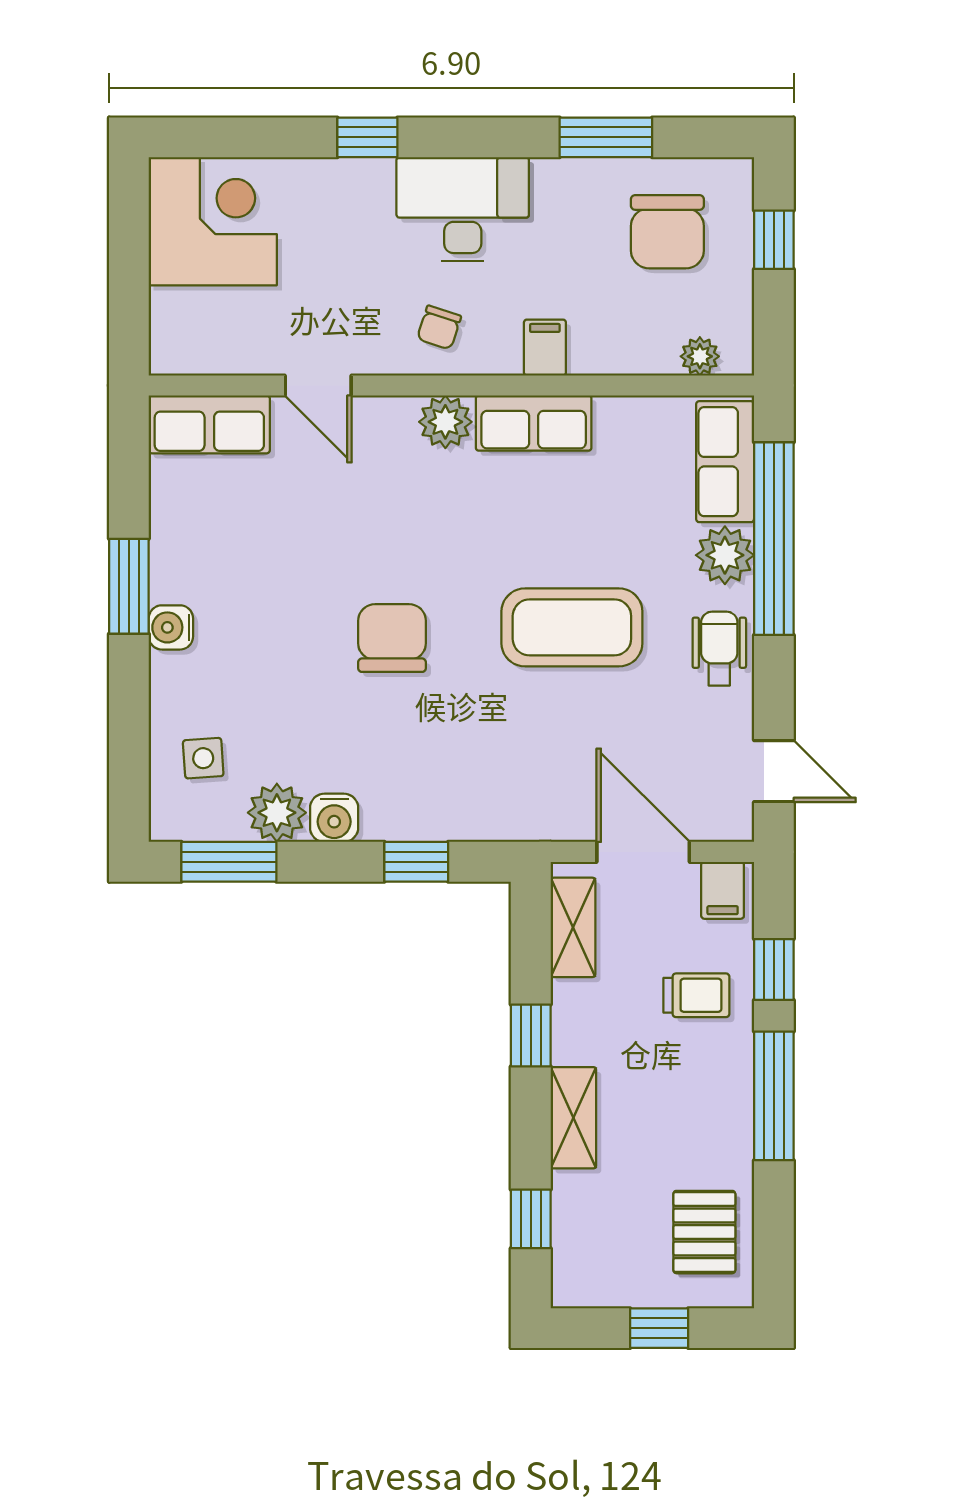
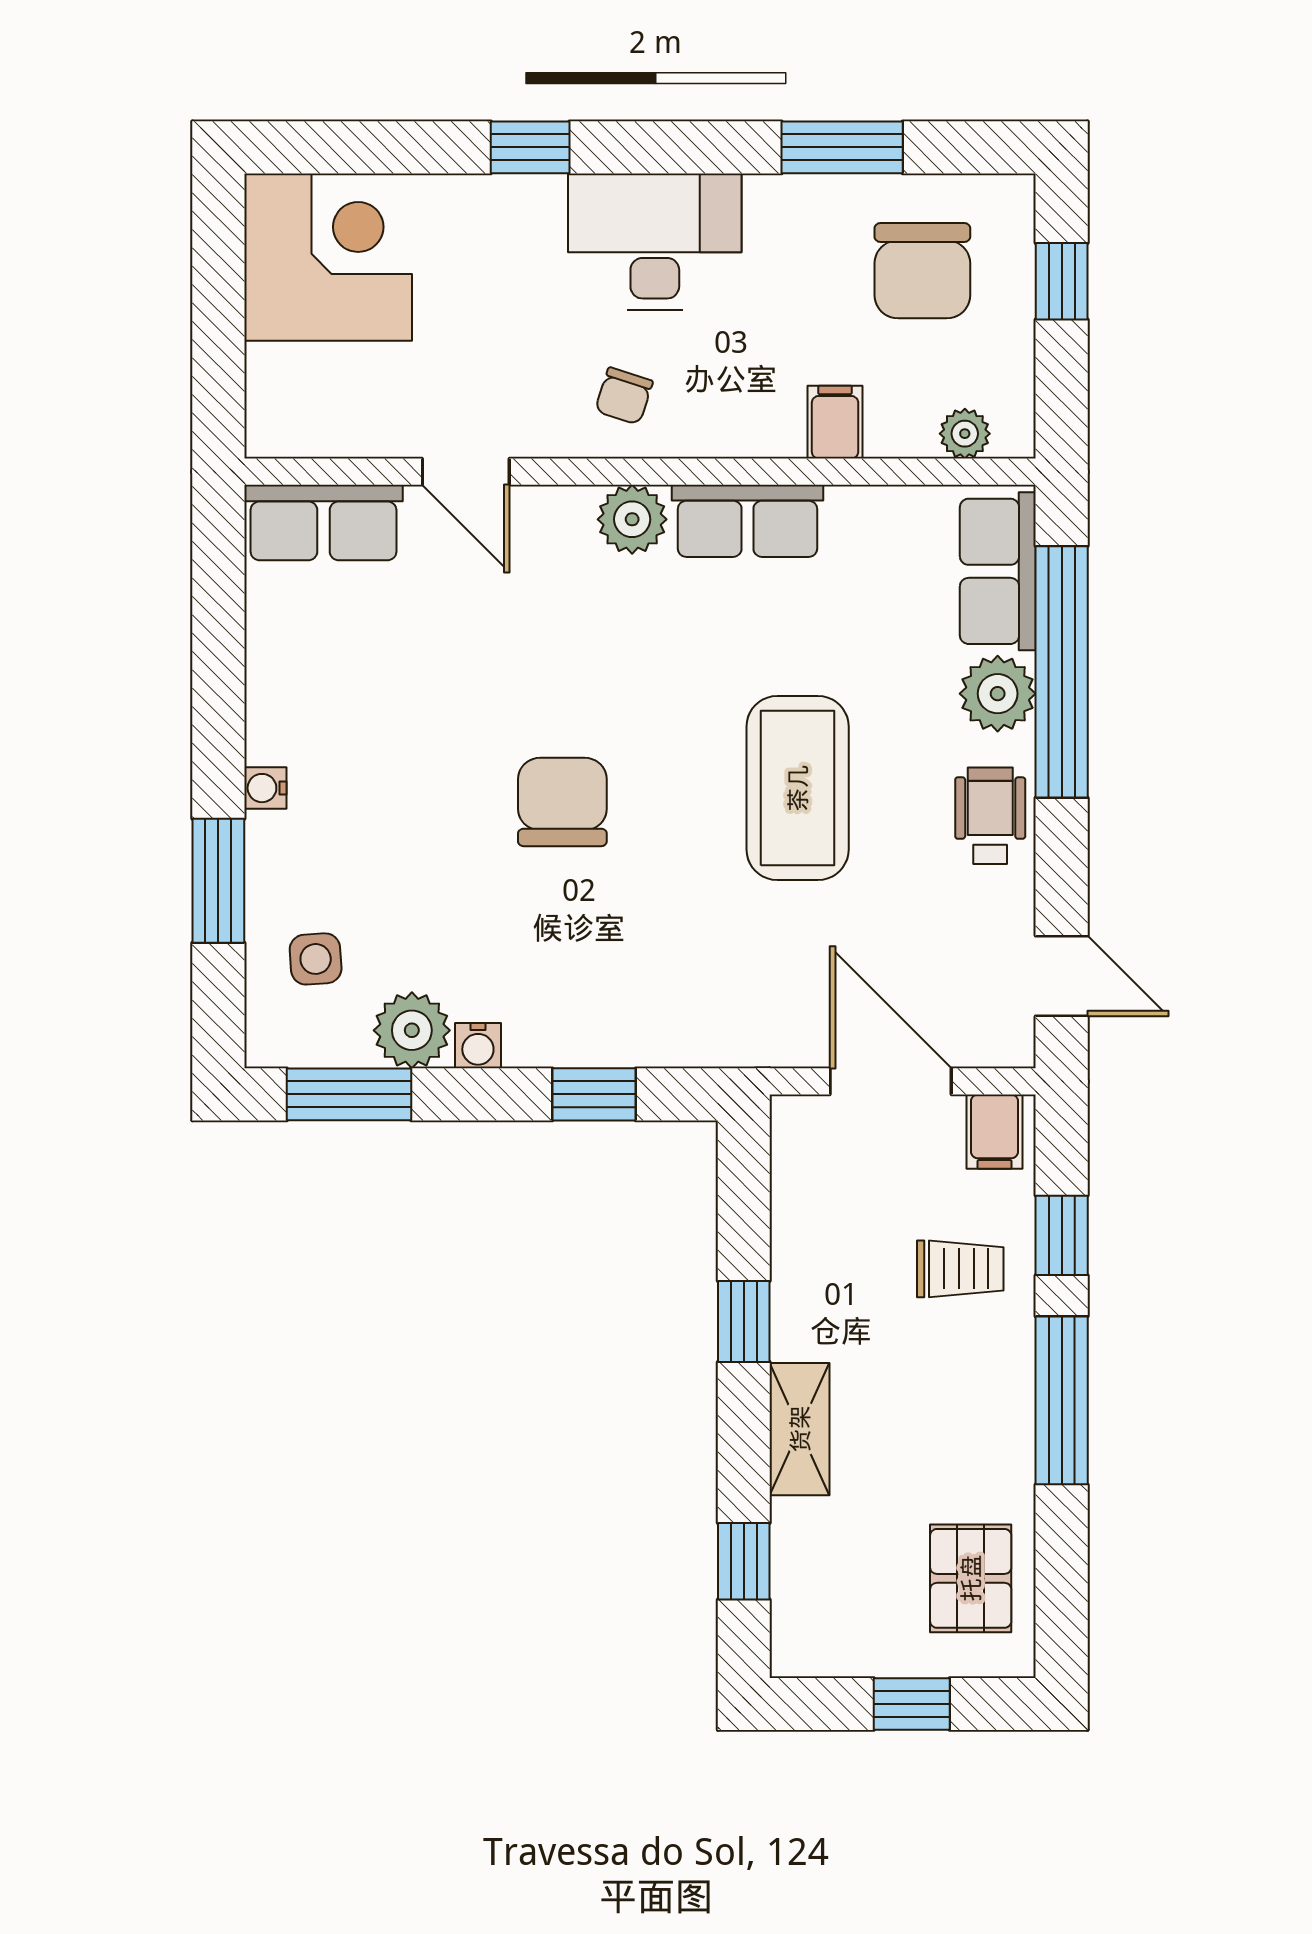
filing cabinet: (545, 348) -> (835, 422), moved
window: (129, 586) -> (218, 881), moved
water cooler: (171, 627) -> (265, 788), width x0.72, depth x0.72
coffee table: (572, 627) -> (798, 788), turned 90
water cooler: (334, 818) -> (478, 1046), width x0.72, depth x0.72
shelving: (573, 927) -> (799, 1180), removed

